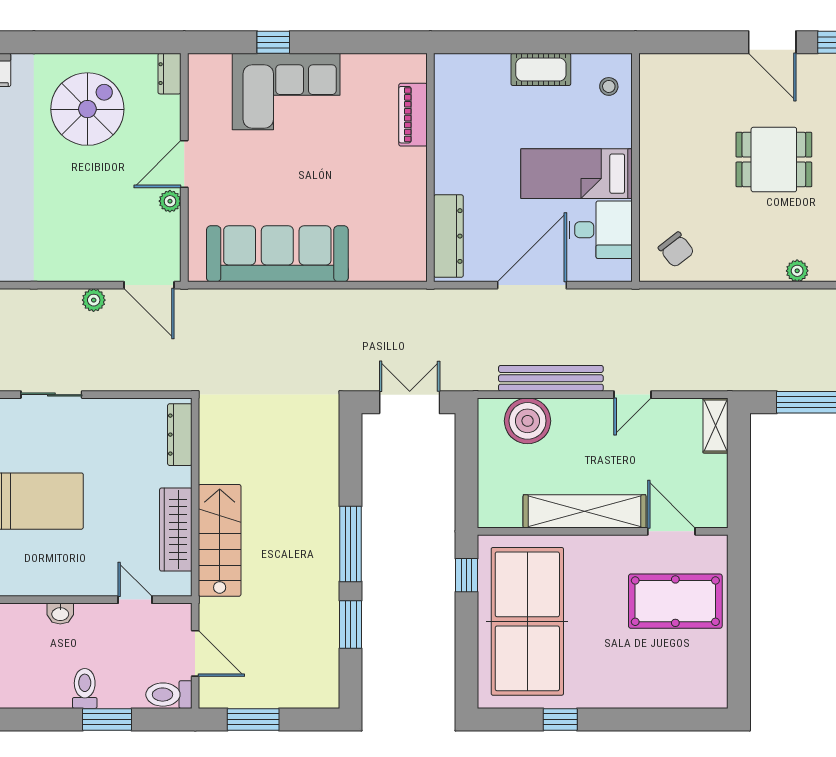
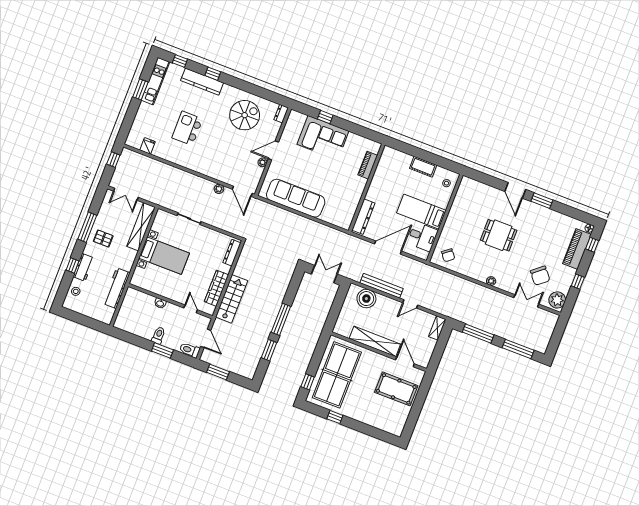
window: (467, 575) -> (308, 382), moved

